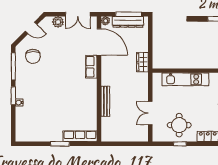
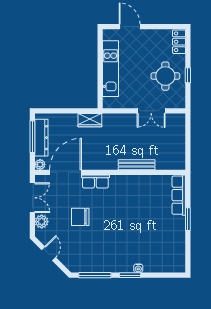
chair: (33, 56) -> (80, 217), moved, turned 180

